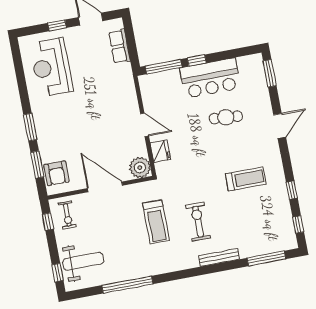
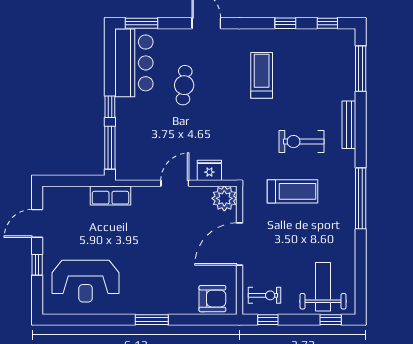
row of seats: (119, 46) -> (110, 195), moved
bar counter: (210, 78) -> (134, 63), moved
window: (37, 165) -> (198, 320), removed
window: (127, 285) -> (361, 198), moved

